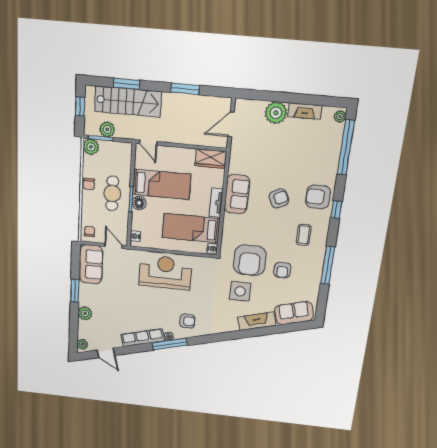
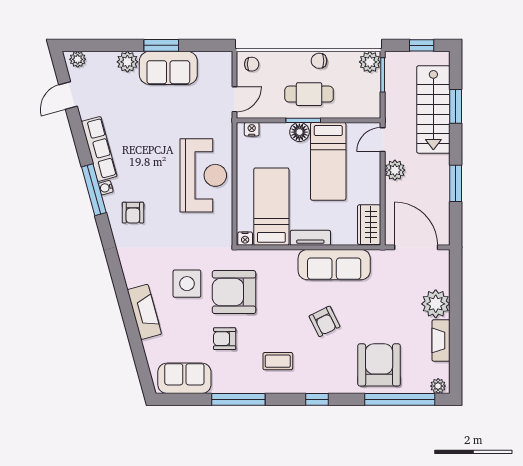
door: (231, 124) -> (416, 247), width x1.36
plant: (107, 129) -> (395, 170), moved
sofa: (237, 194) -> (334, 265), width x1.36
armchair: (318, 197) -> (379, 365), moved, width x1.36, depth x1.36
sofa: (91, 264) -> (168, 68), moved
sofa: (294, 313) -> (184, 378), moved, turned -75

